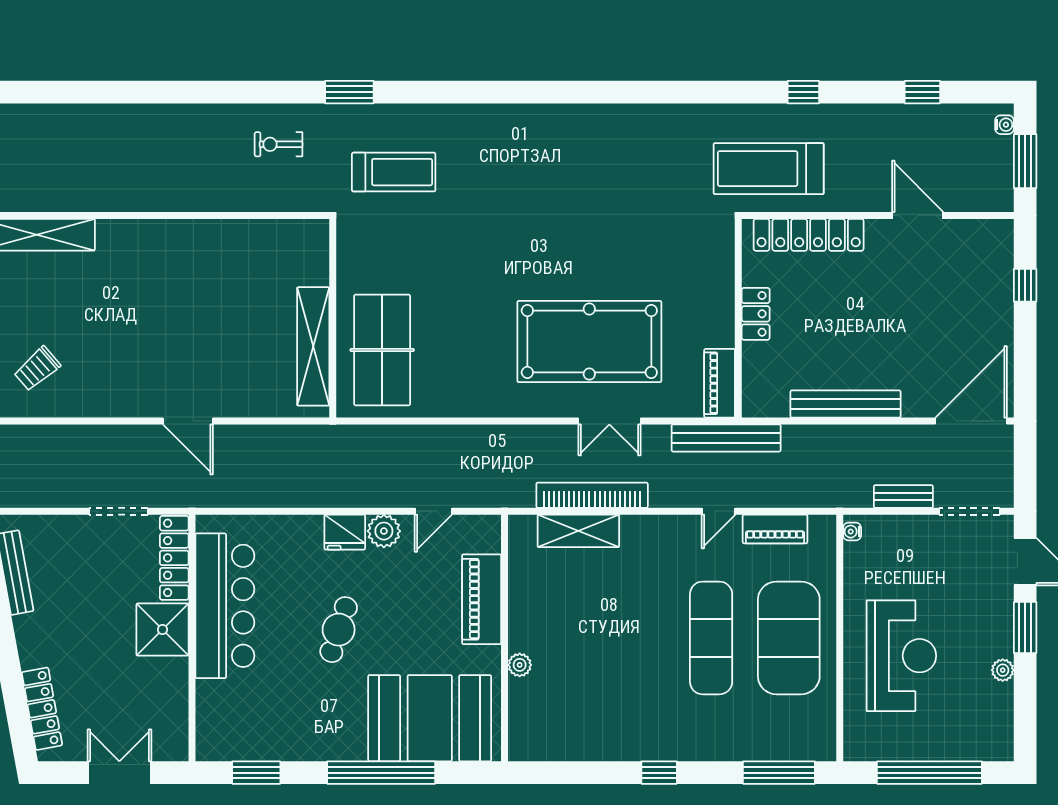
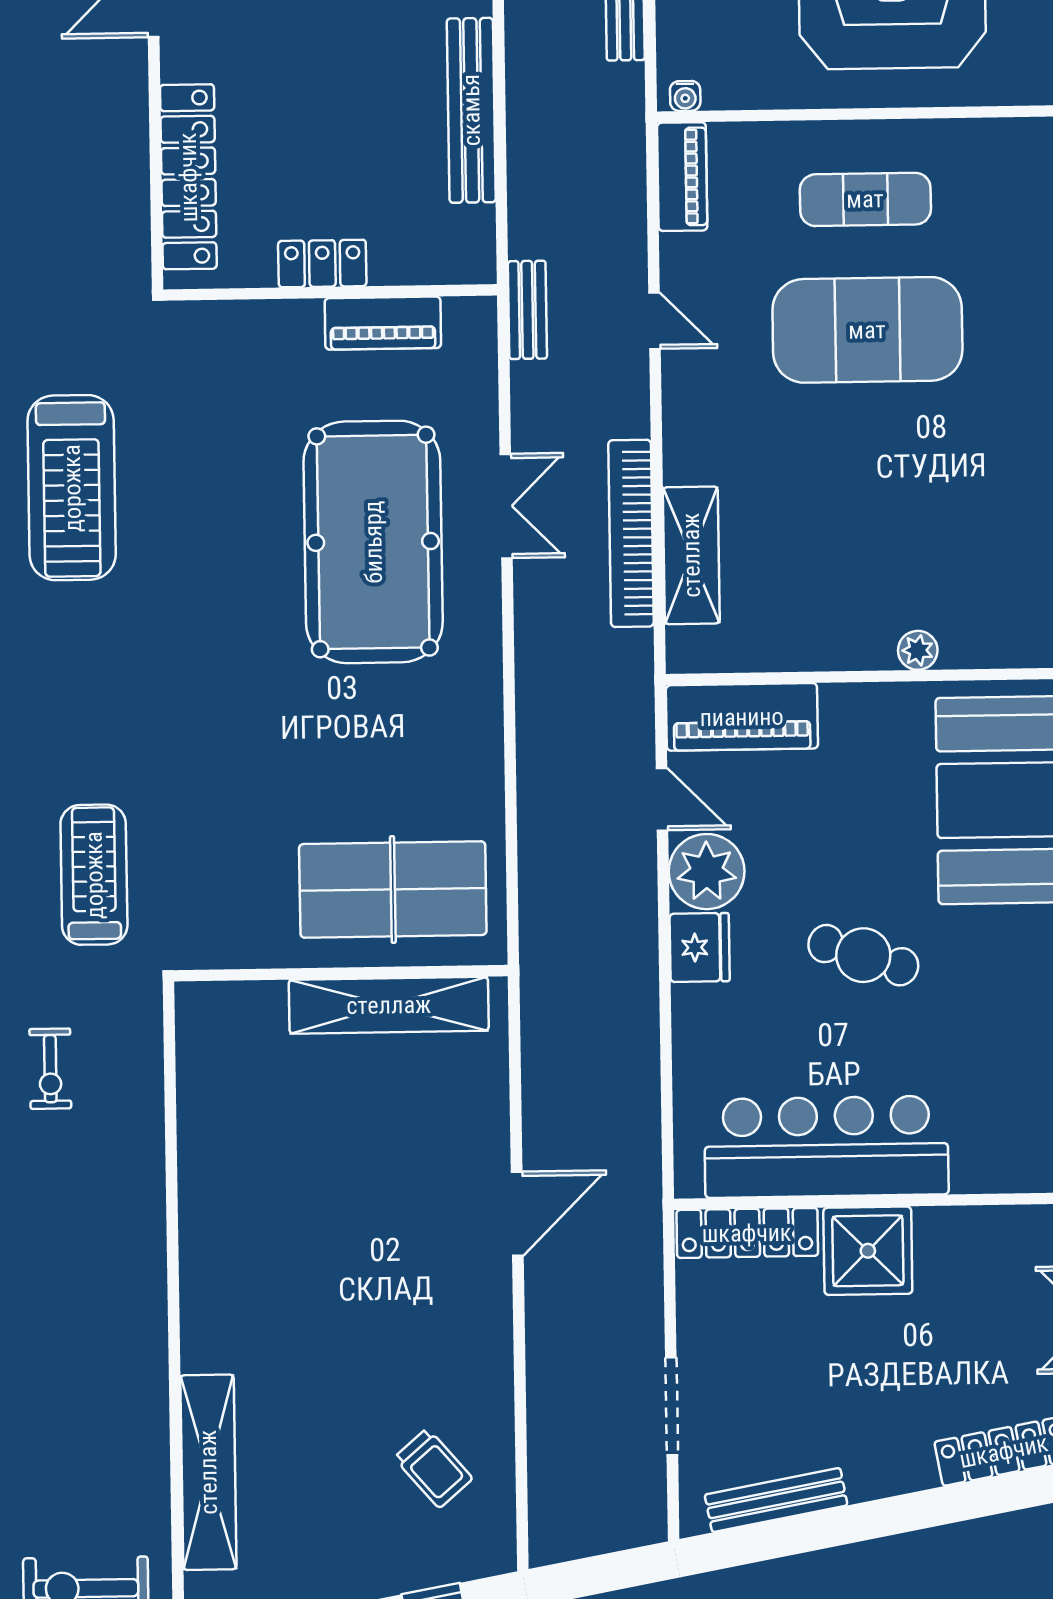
treadmill: (769, 169) -> (72, 488), moved
piano: (720, 383) -> (383, 323), moved
bench: (726, 438) -> (527, 310), width x0.54, depth x0.82
doorway: (119, 511) -> (672, 1406), moved
piano: (775, 529) -> (682, 177), moved
plant: (384, 531) -> (707, 872), width x1.36, depth x1.36
piano: (482, 599) -> (742, 717), moved
exercise mat: (711, 638) -> (867, 330), width x1.47
exercise mat: (789, 638) -> (865, 199), width x0.50, depth x0.69

